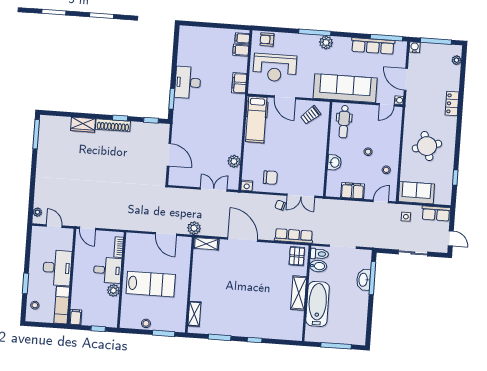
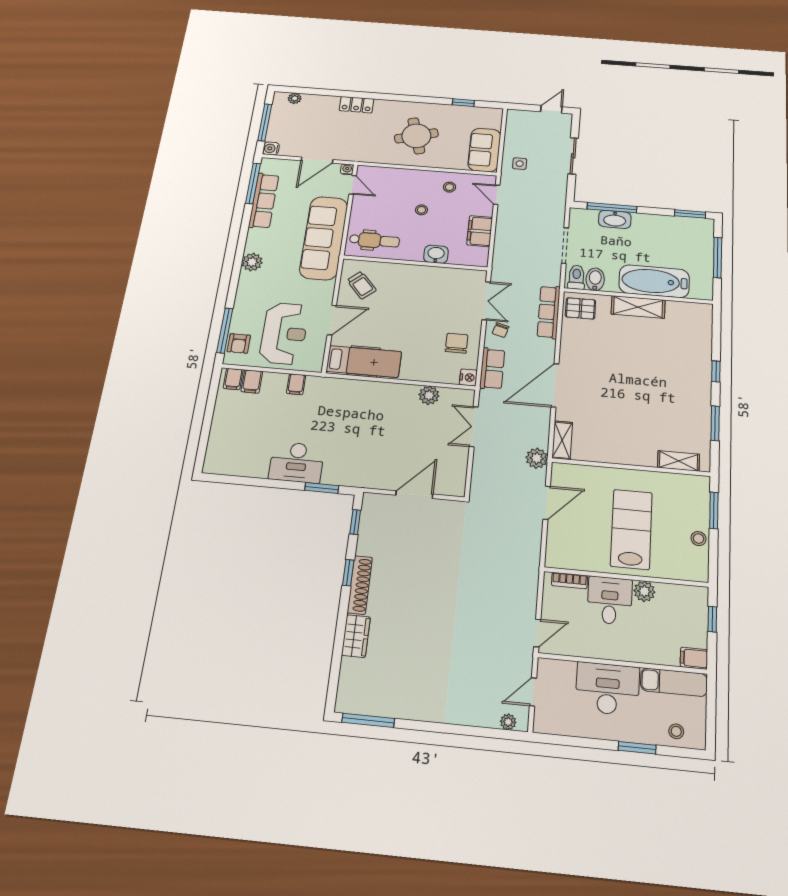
window: (315, 32) -> (225, 331), moved
filing cabinet: (239, 83) -> (296, 384), width x0.50
row of seats: (436, 213) -> (492, 369), moved
window: (369, 330) -> (690, 214), added

